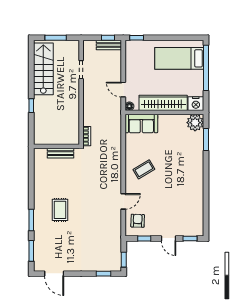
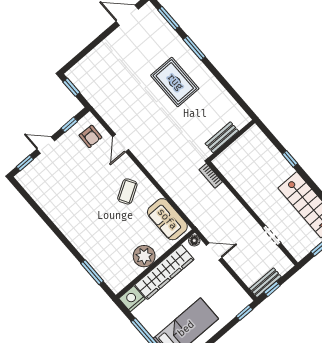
sofa: (141, 123) -> (167, 219), moved, turned -90
plant: (195, 123) -> (144, 256), moved
rug: (60, 210) -> (175, 82), width x1.36, depth x1.43
window: (104, 274) -> (79, 57), removed

